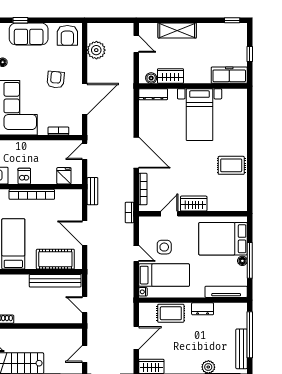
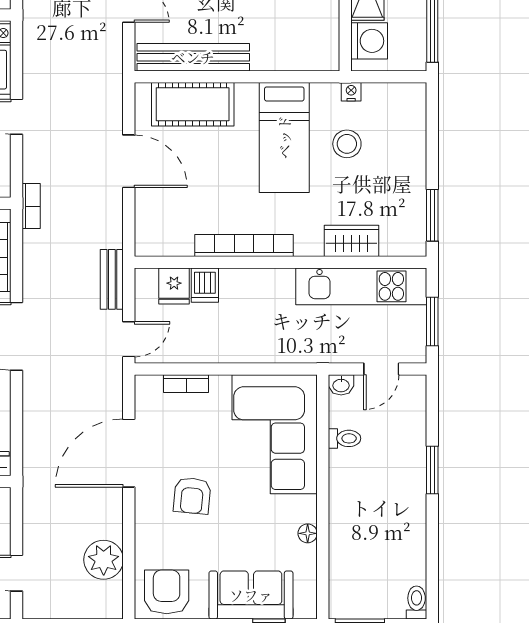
dishwasher: (24, 176) -> (205, 285), moved
bench: (92, 191) -> (112, 279), moved

